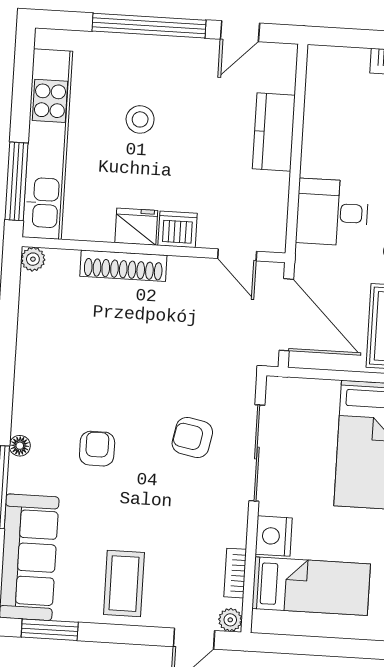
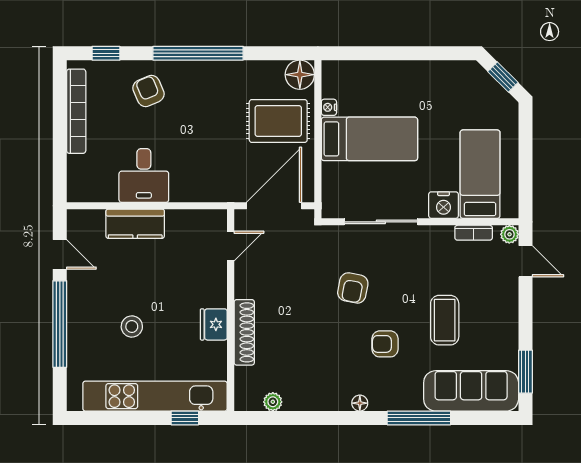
window: (16, 181) -> (185, 418), width x0.46
desk: (332, 212) -> (144, 175), moved
dishwasher: (178, 229) -> (214, 293), removed
plant: (33, 259) -> (273, 402), moved
armchair: (192, 438) -> (353, 288), moved
floor lamp: (20, 446) -> (360, 403), moved
coffee table: (124, 584) -> (445, 320), moved, turned 90

